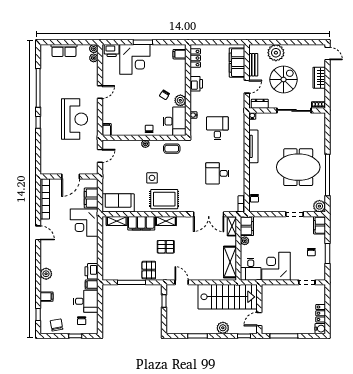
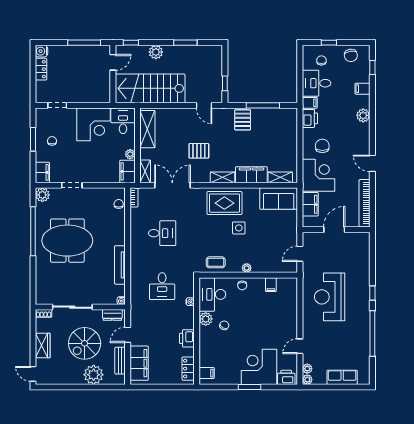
door: (100, 92) -> (300, 346), moved
filing cabinet: (107, 130) -> (271, 285), moved
pallet: (166, 247) -> (199, 151), moved
chair: (81, 248) -> (322, 146), added

